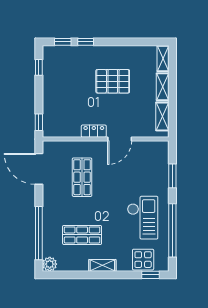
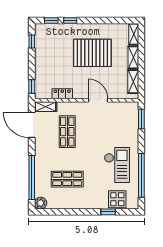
pallet: (113, 81) -> (92, 53), width x1.37, depth x1.41
locker: (94, 131) -> (62, 94), moved
door: (120, 139) -> (98, 100), swing flipped
window: (172, 176) -> (141, 119), moved
shelving: (102, 265) -> (46, 107), moved
window: (151, 275) -> (108, 212), moved

